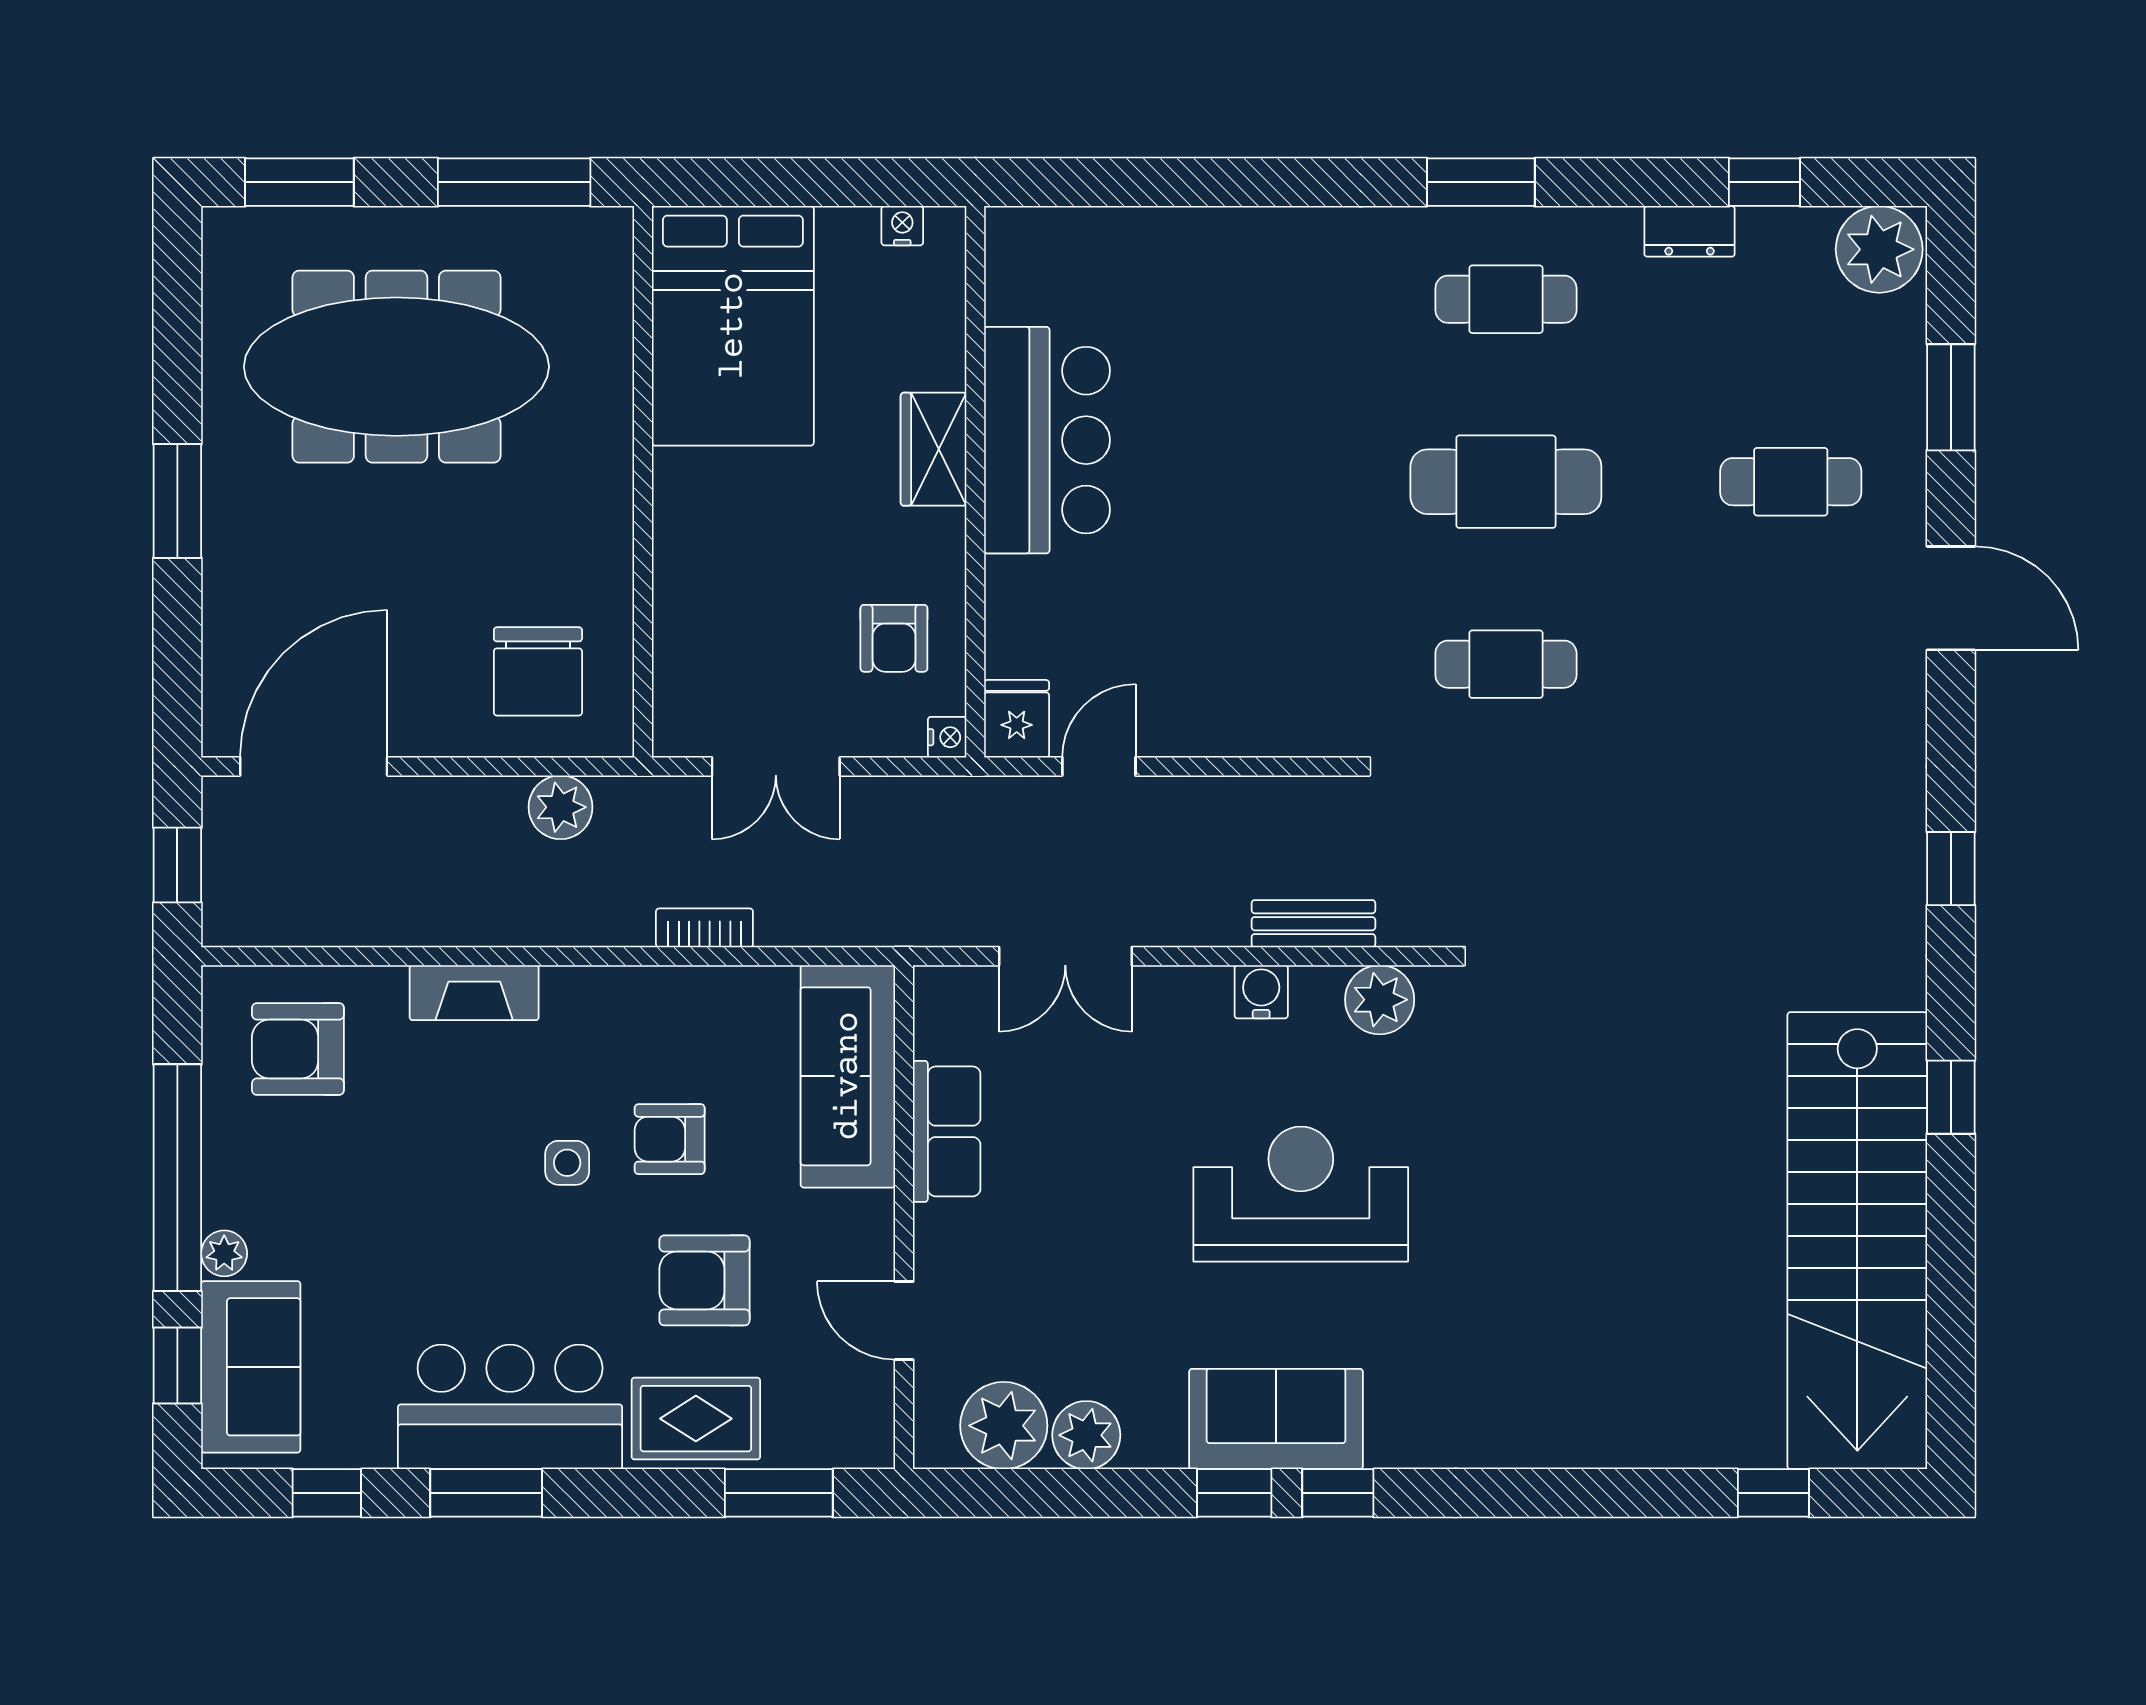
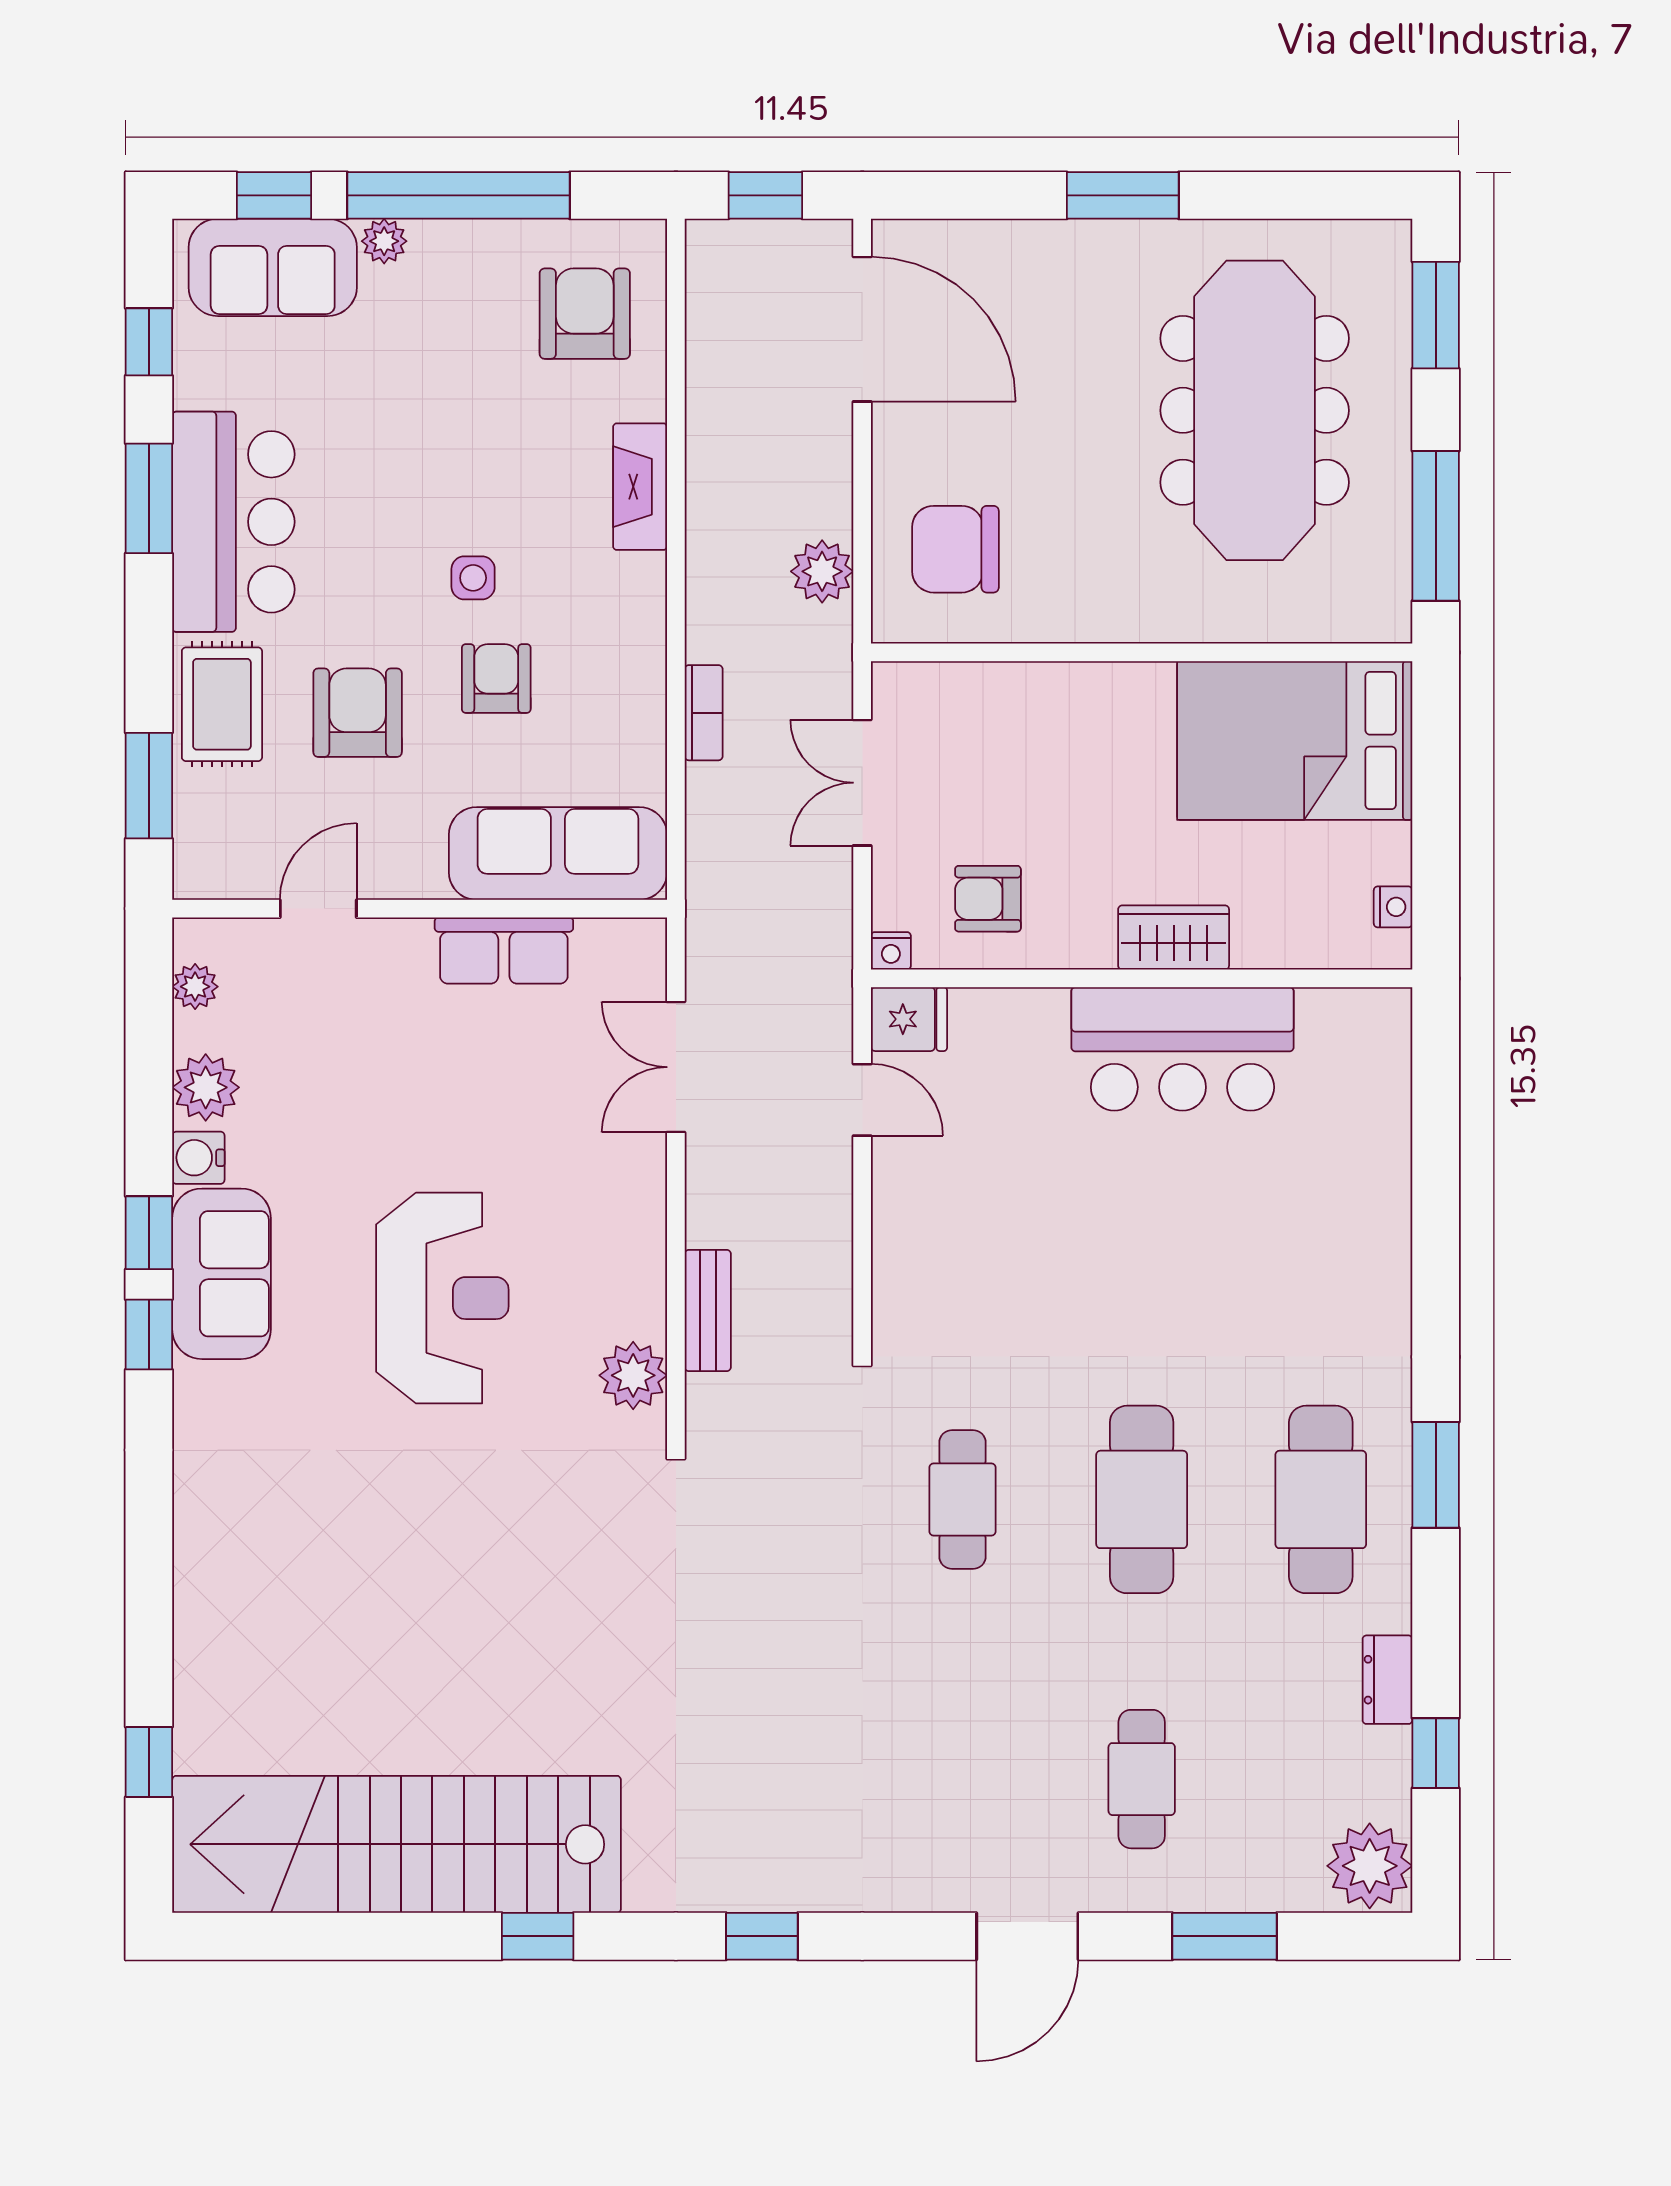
cafe table: (1506, 299) -> (1321, 1499), width x1.37, depth x1.35
water cooler: (1261, 992) -> (198, 1158), moved, turned 180
plant: (1004, 1426) -> (195, 987), width x0.53, depth x0.53

